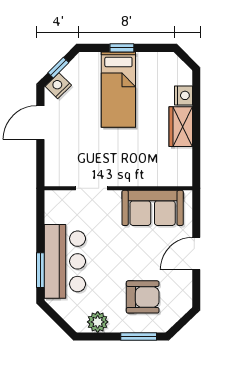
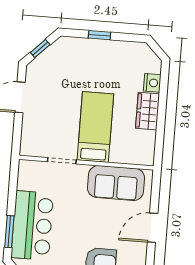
nightstand: (58, 86) -> (39, 65), removed
bed: (118, 90) -> (95, 127), moved, turned 180

